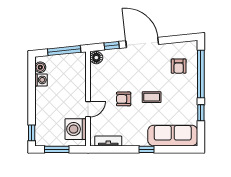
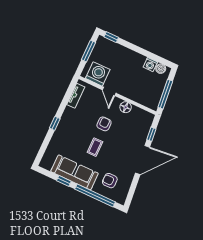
floor lamp: (96, 58) -> (126, 107), moved
sofa: (173, 136) -> (74, 172), moved, turned -90

